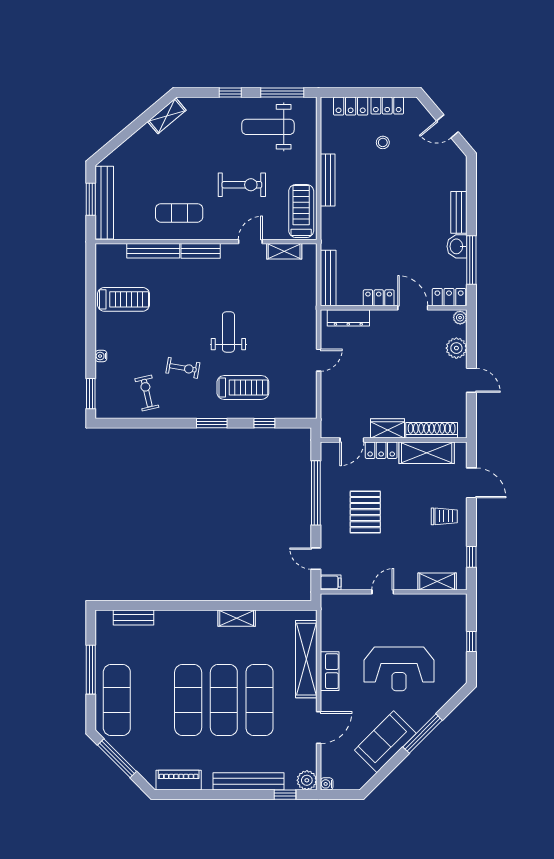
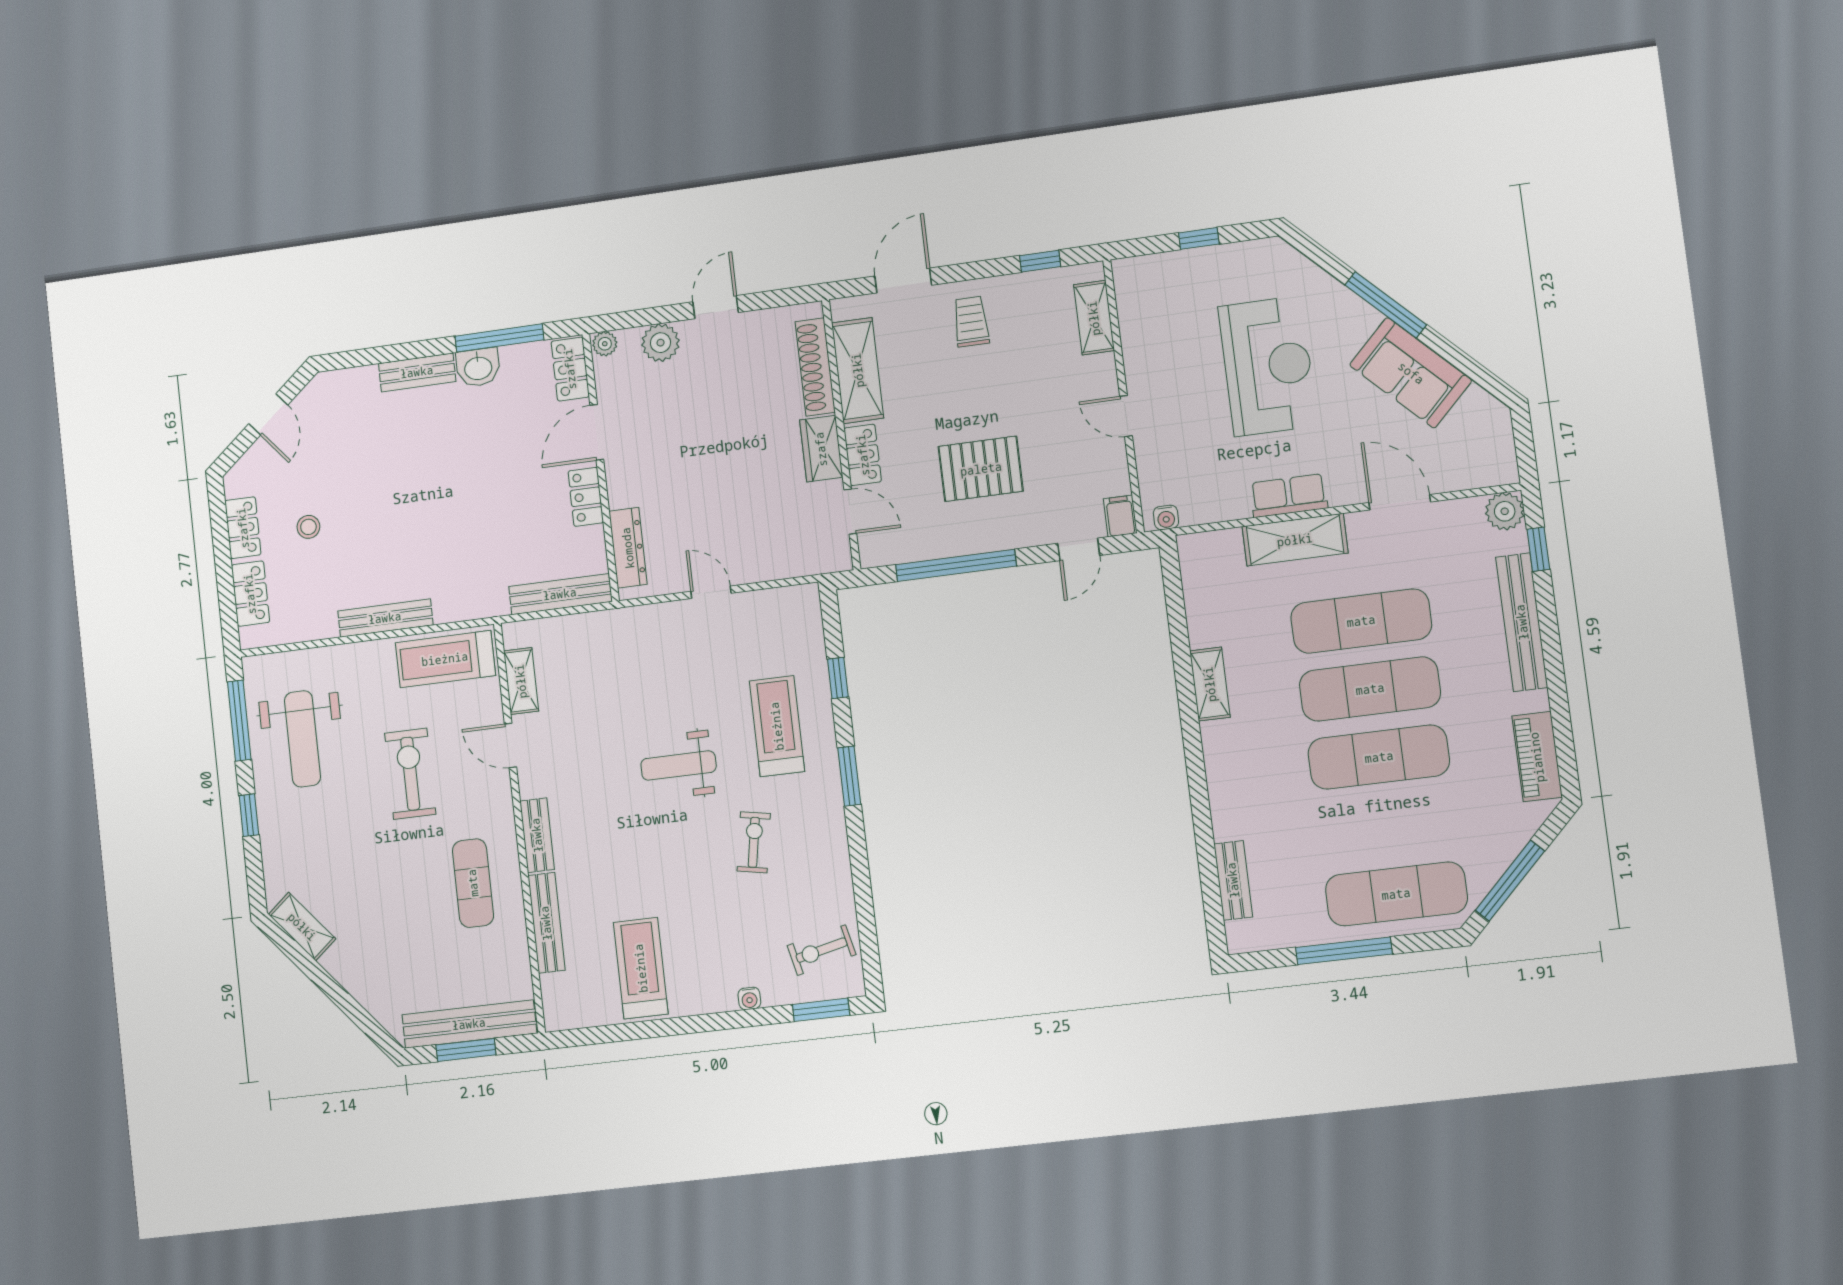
exercise bike: (147, 393) -> (822, 950), moved
shelving: (306, 659) -> (1295, 540), width x0.68
water cooler: (327, 784) -> (1166, 517), moved

